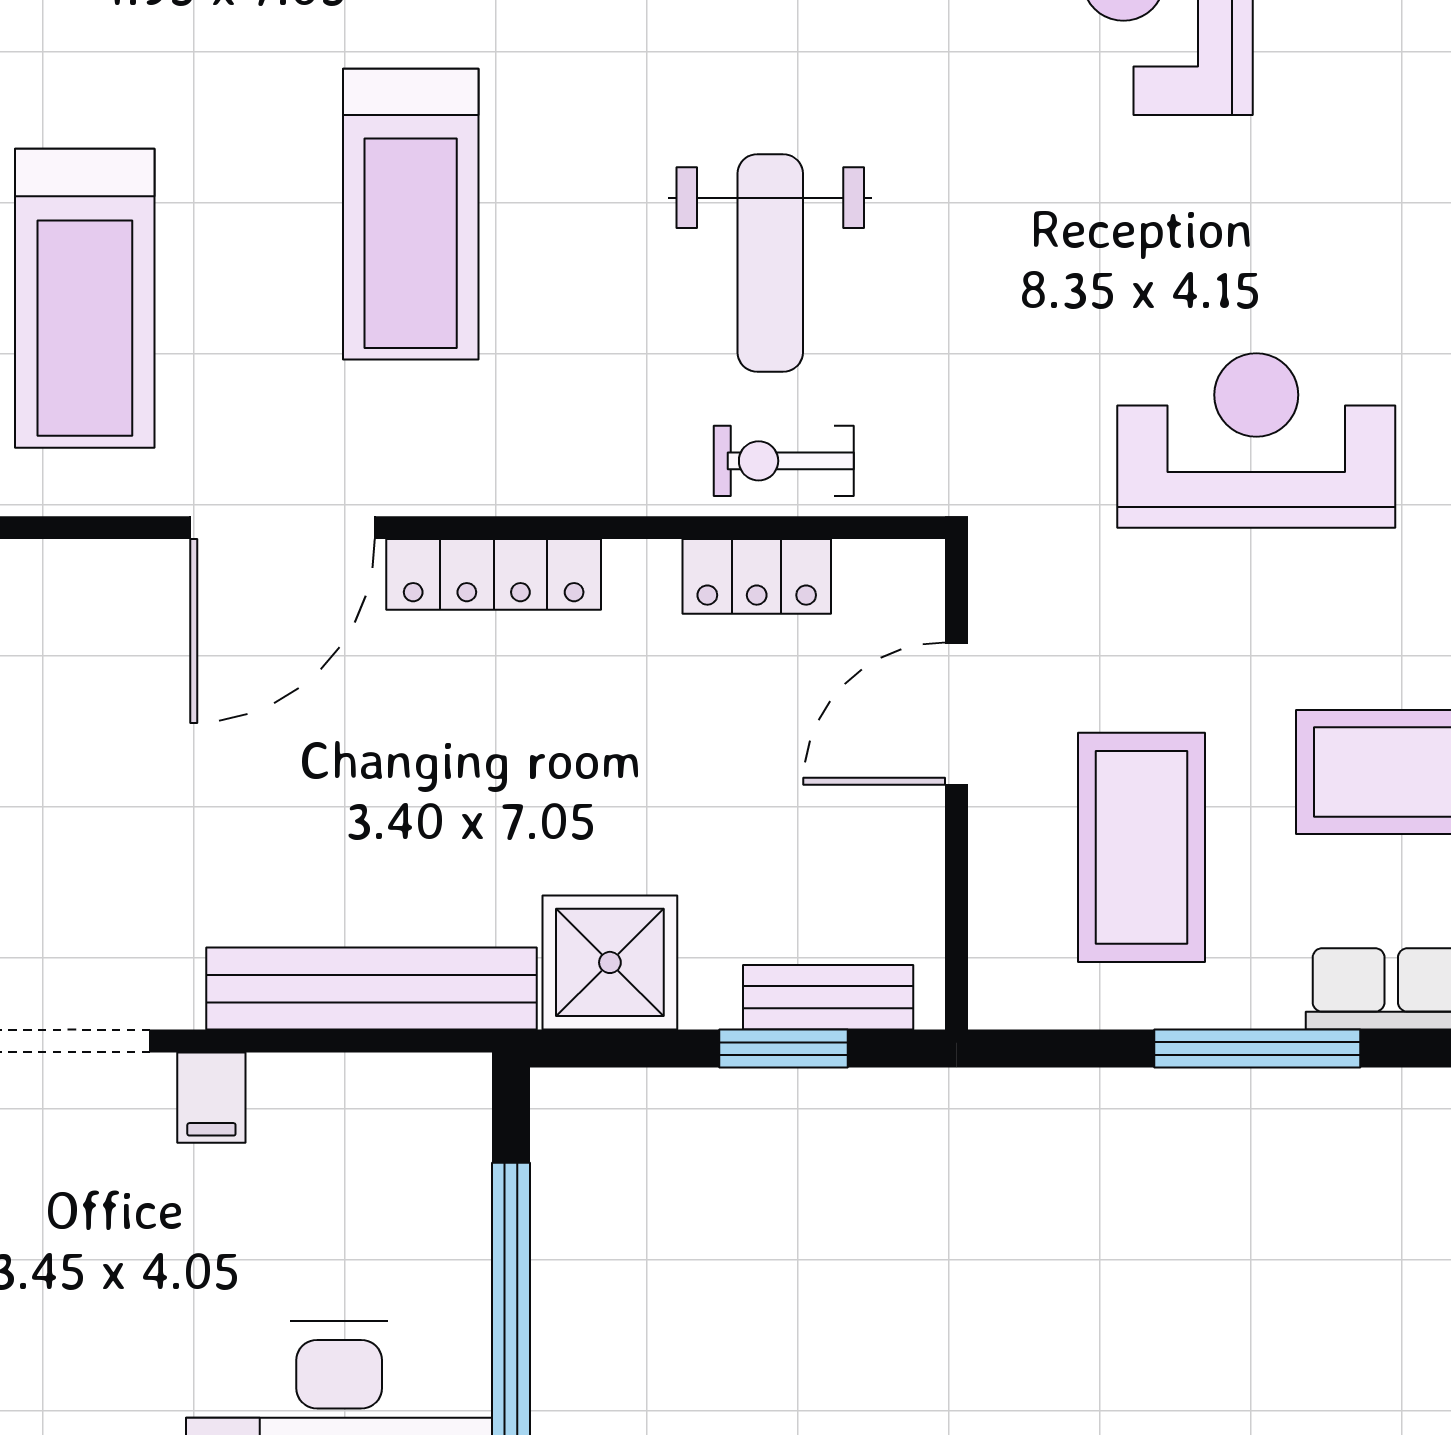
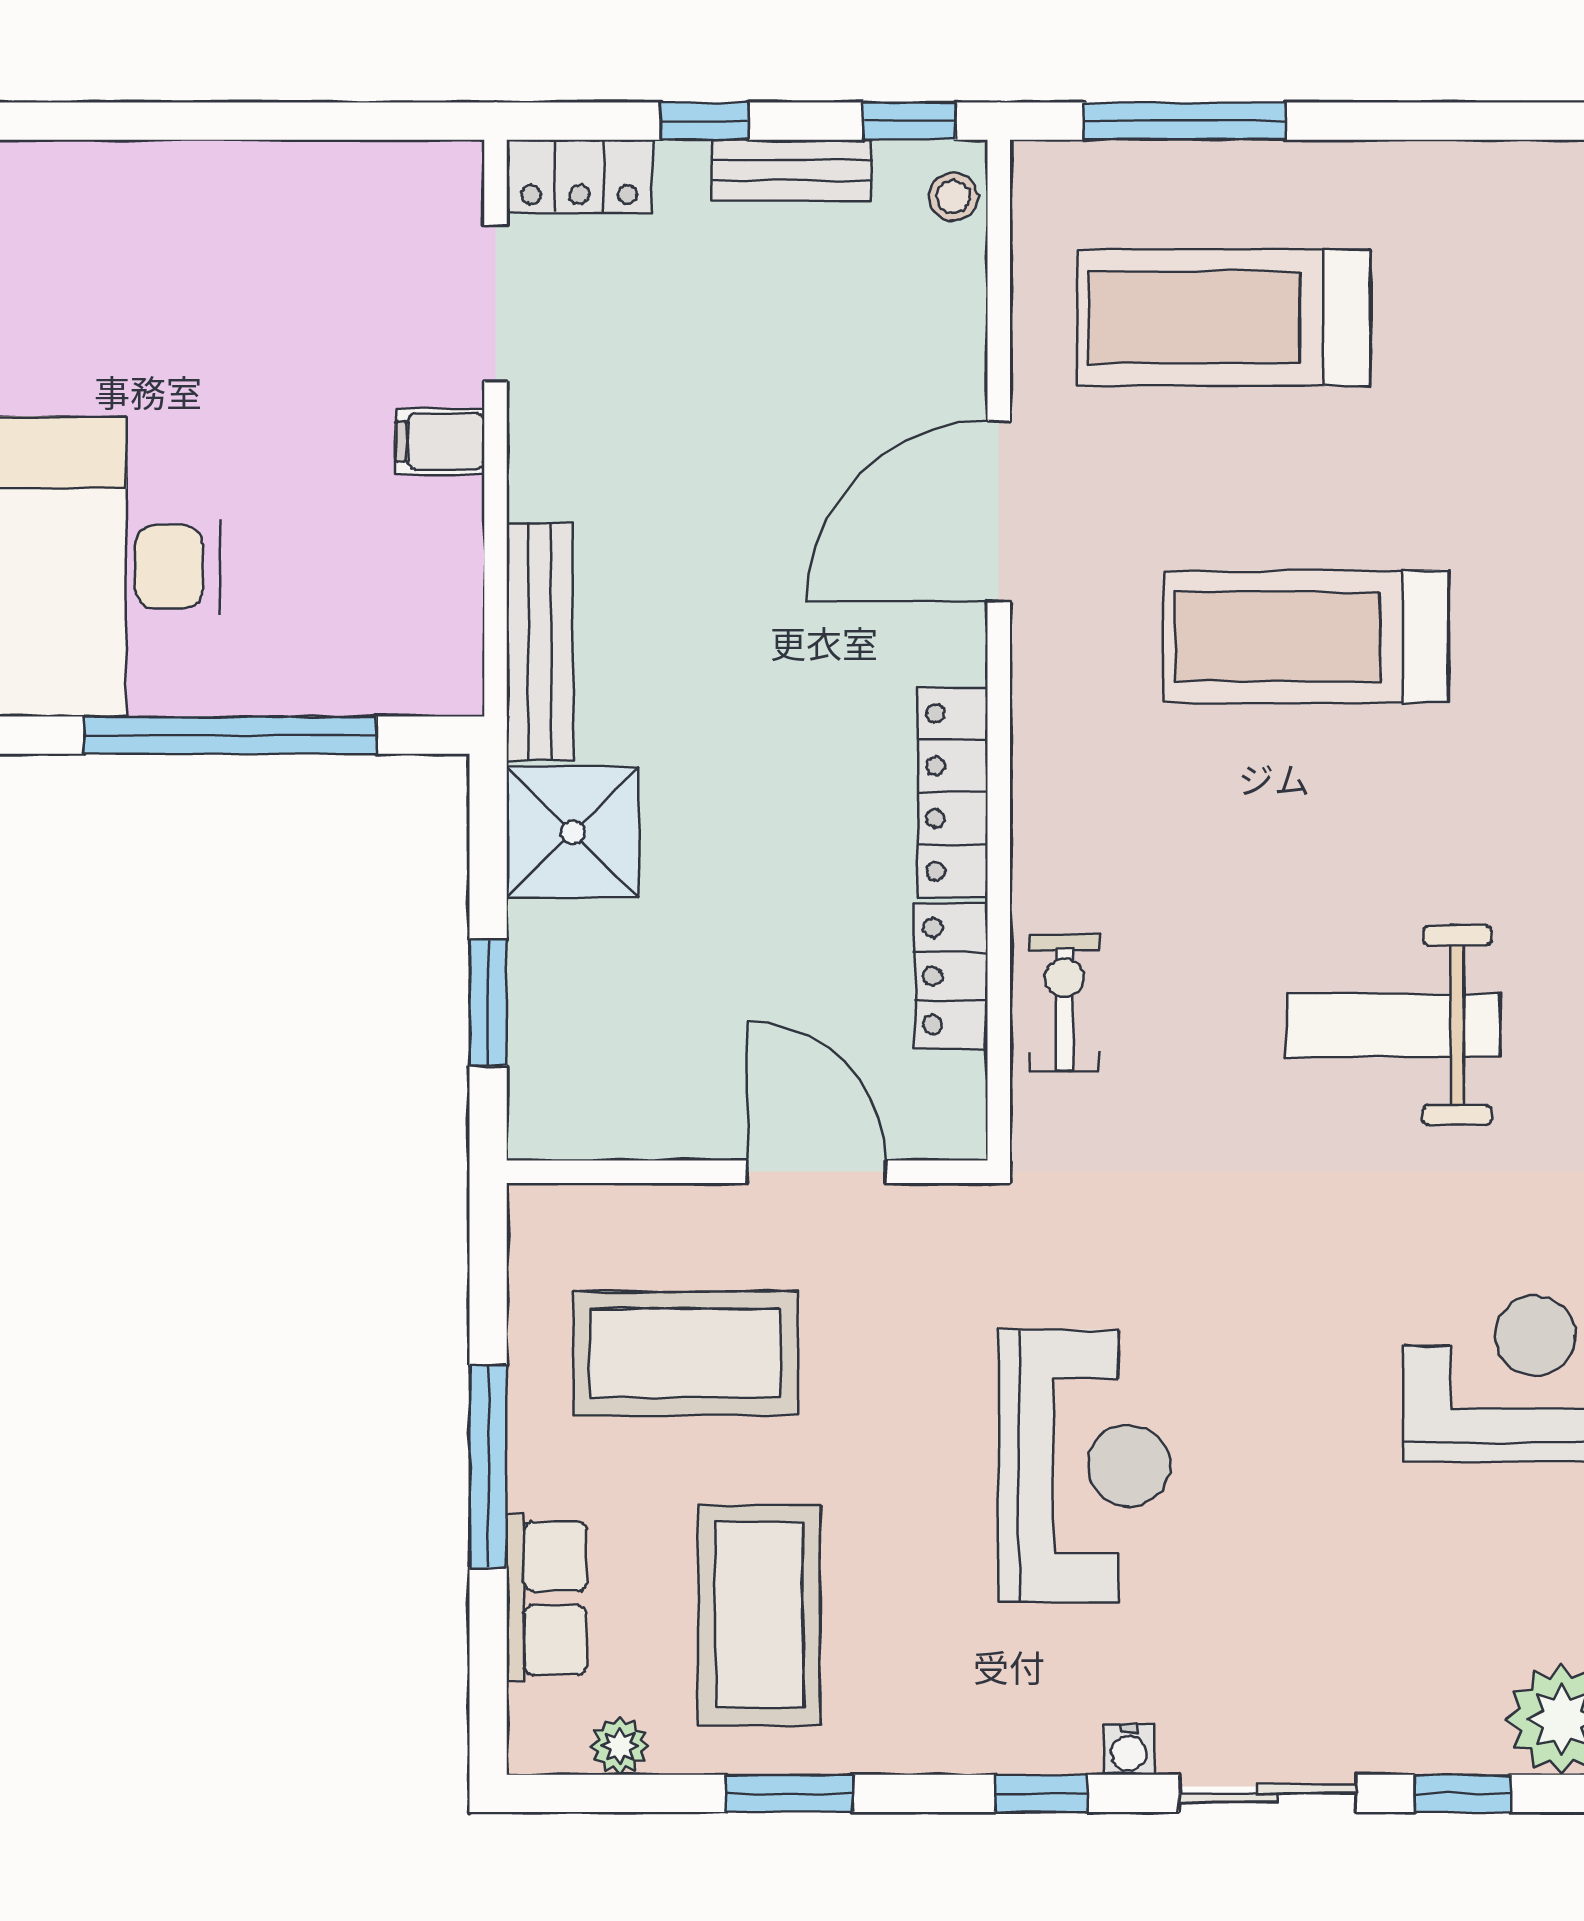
weight bench: (770, 263) -> (1393, 1025), moved
door: (283, 528) -> (999, 511), hinge flipped
locker: (494, 574) -> (953, 792), moved
bench: (371, 989) -> (540, 642), width x0.73, depth x0.82
bench: (828, 997) -> (538, 1046), removed

